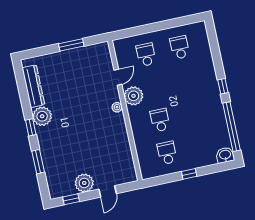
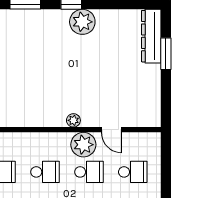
window: (71, 45) -> (166, 54), moved
dresser: (33, 86) -> (151, 36), moved, turned 90
school desk: (153, 87) -> (89, 172), added

